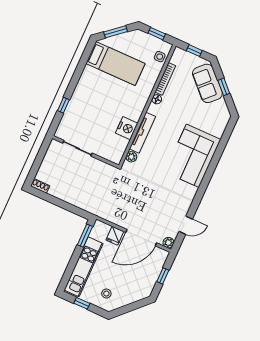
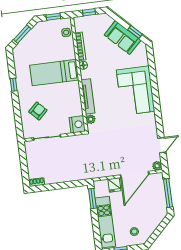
bed: (115, 64) -> (54, 73), moved, turned 180
sofa: (207, 83) -> (122, 38), moved
window: (224, 87) -> (135, 32), moved
window: (63, 105) -> (14, 85), moved
armchair: (84, 117) -> (38, 111), added
nightstand: (127, 128) -> (77, 124), moved
window: (163, 276) -> (168, 193), width x2.17

